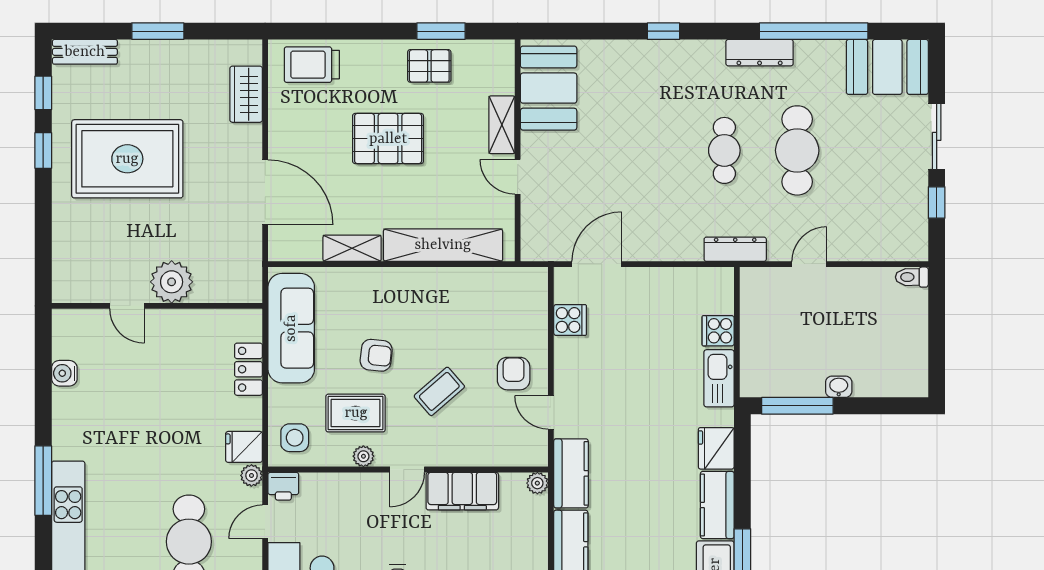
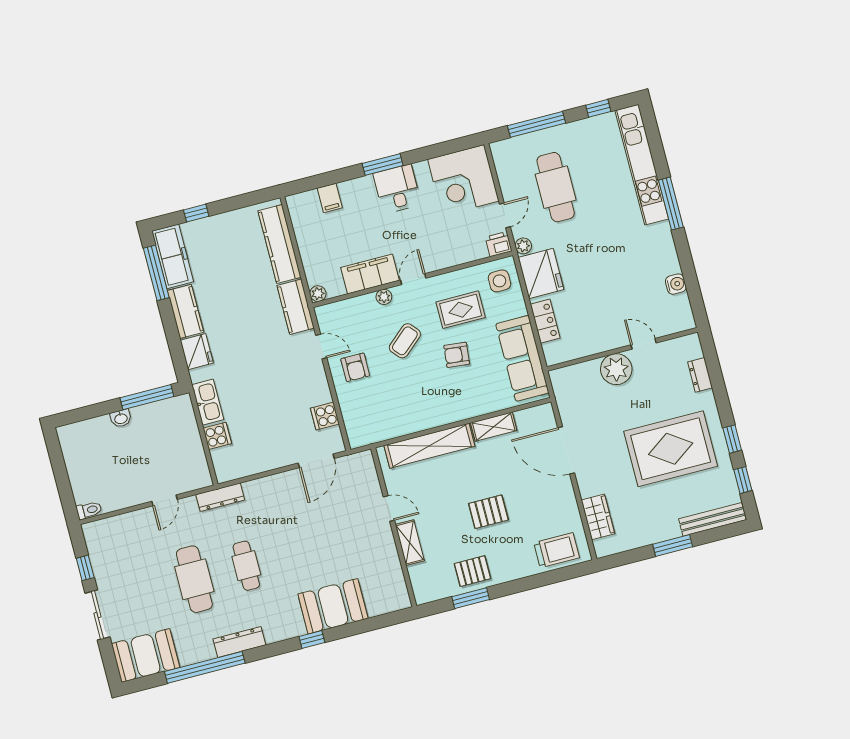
bench: (85, 52) -> (712, 519), width x1.36
booth: (549, 88) -> (333, 606), moved, turned 90
pallet: (388, 139) -> (488, 512), width x0.67, depth x0.71
dresser: (64, 246) -> (700, 375), added
fridge: (244, 447) -> (541, 273), width x1.88, depth x1.34
plant: (363, 456) -> (384, 297), moved

